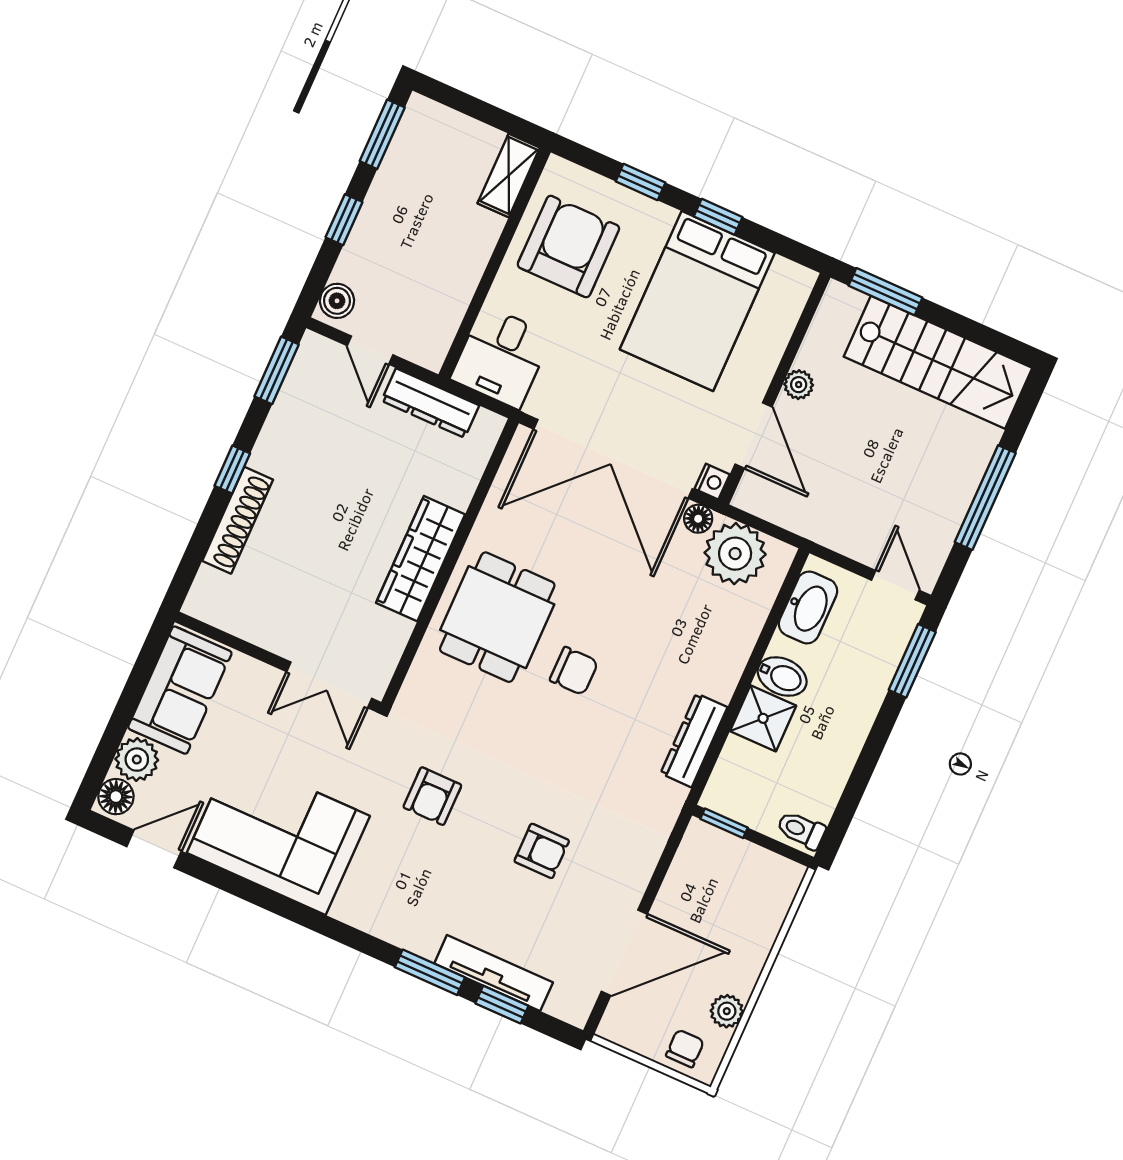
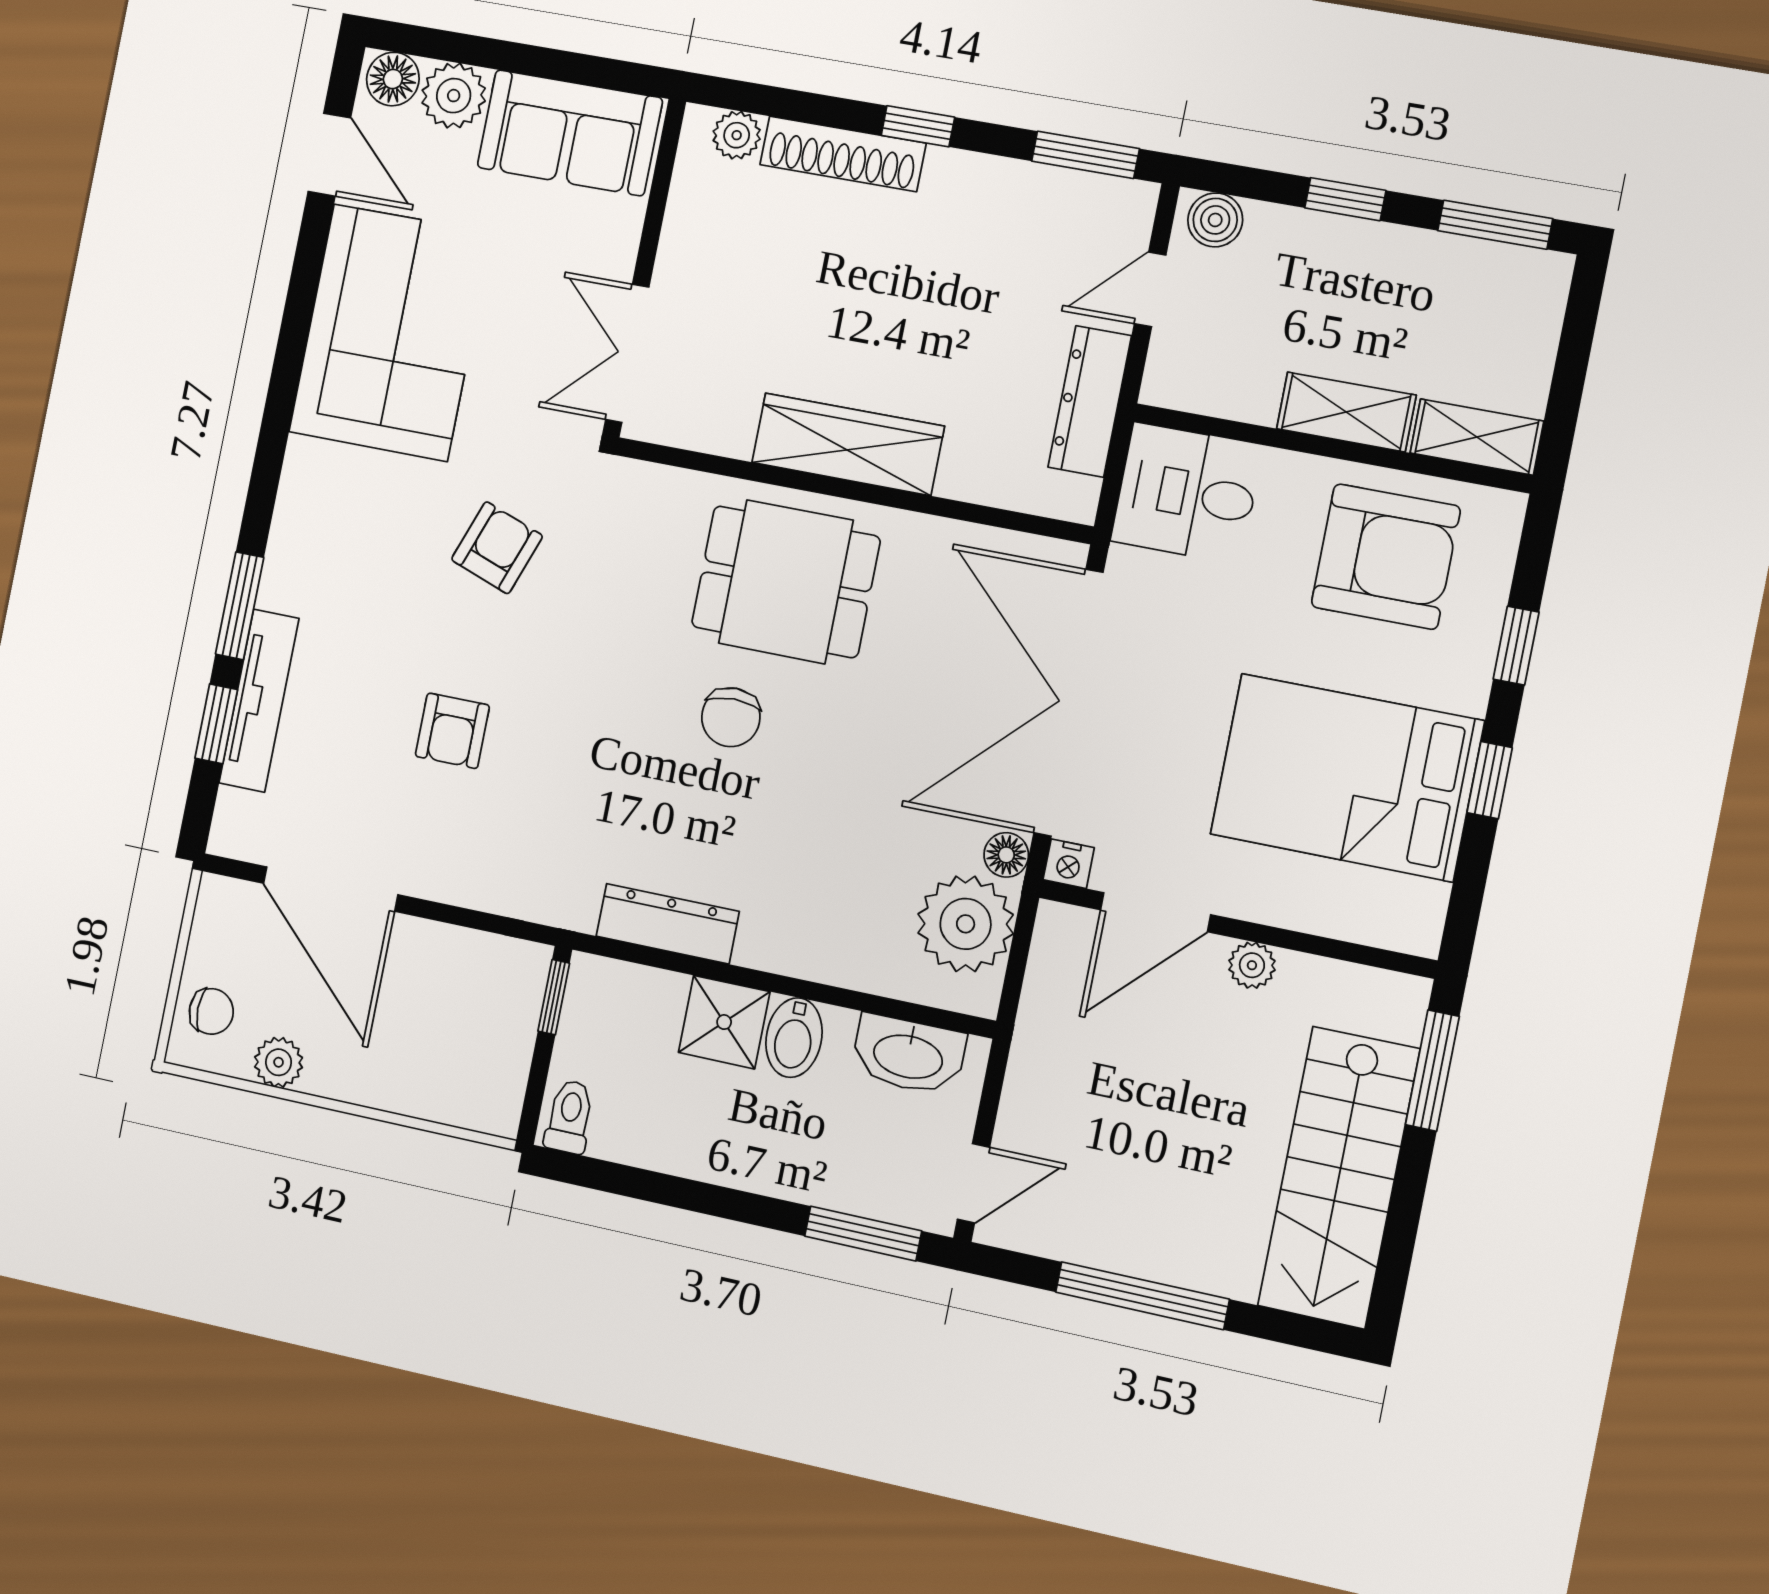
shelving: (475, 249) -> (1346, 412), added
plant: (209, 584) -> (737, 135), added
armchair: (432, 796) -> (497, 548), turned 110

